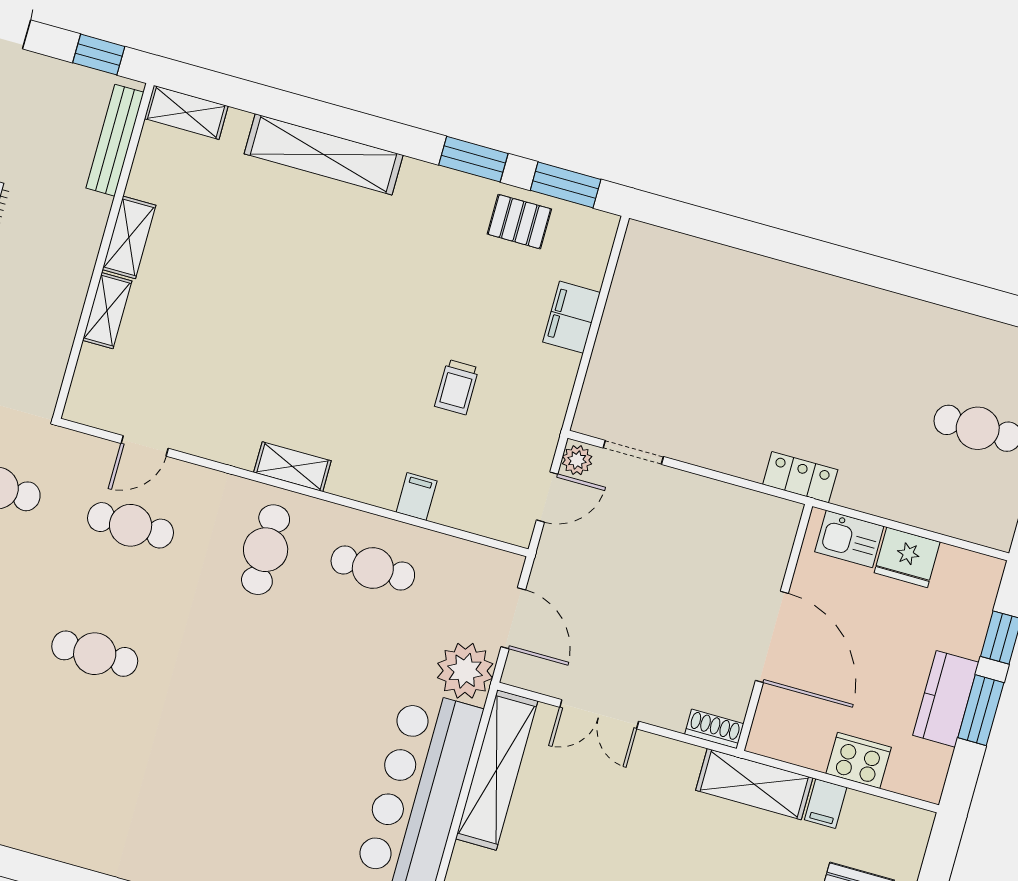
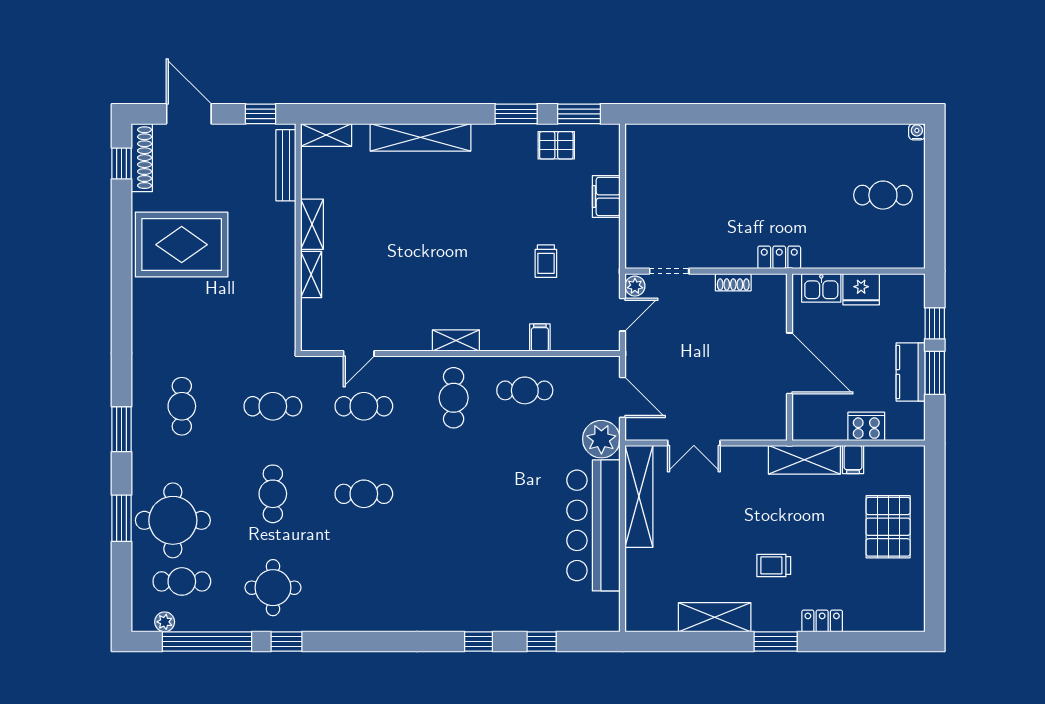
shoe rack: (714, 729) -> (733, 282), moved, turned 180

